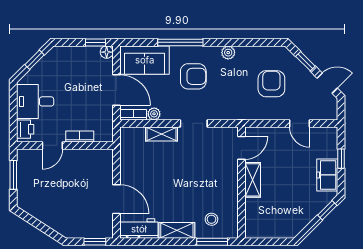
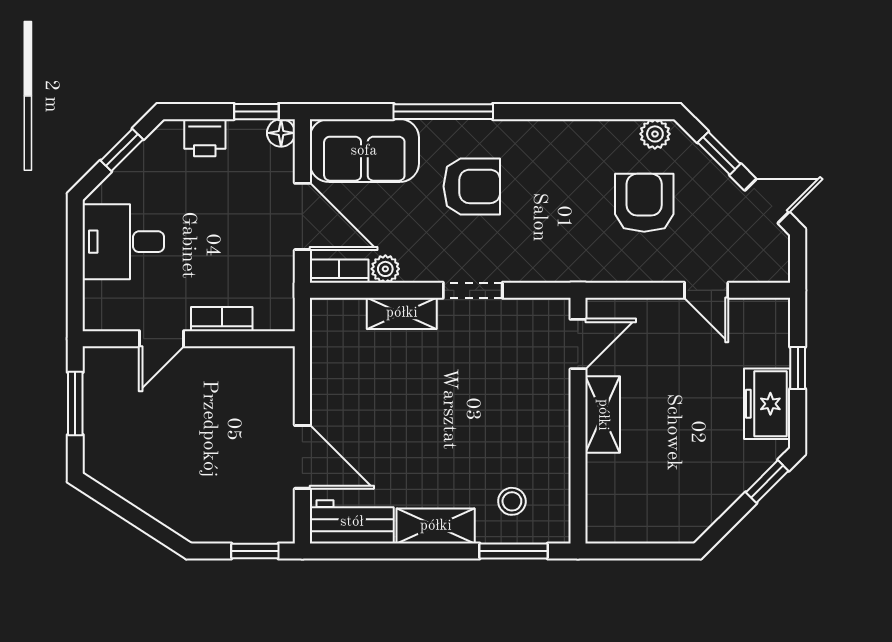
plant: (228, 53) -> (655, 134), moved
printer: (25, 129) -> (205, 138), moved, turned 90

